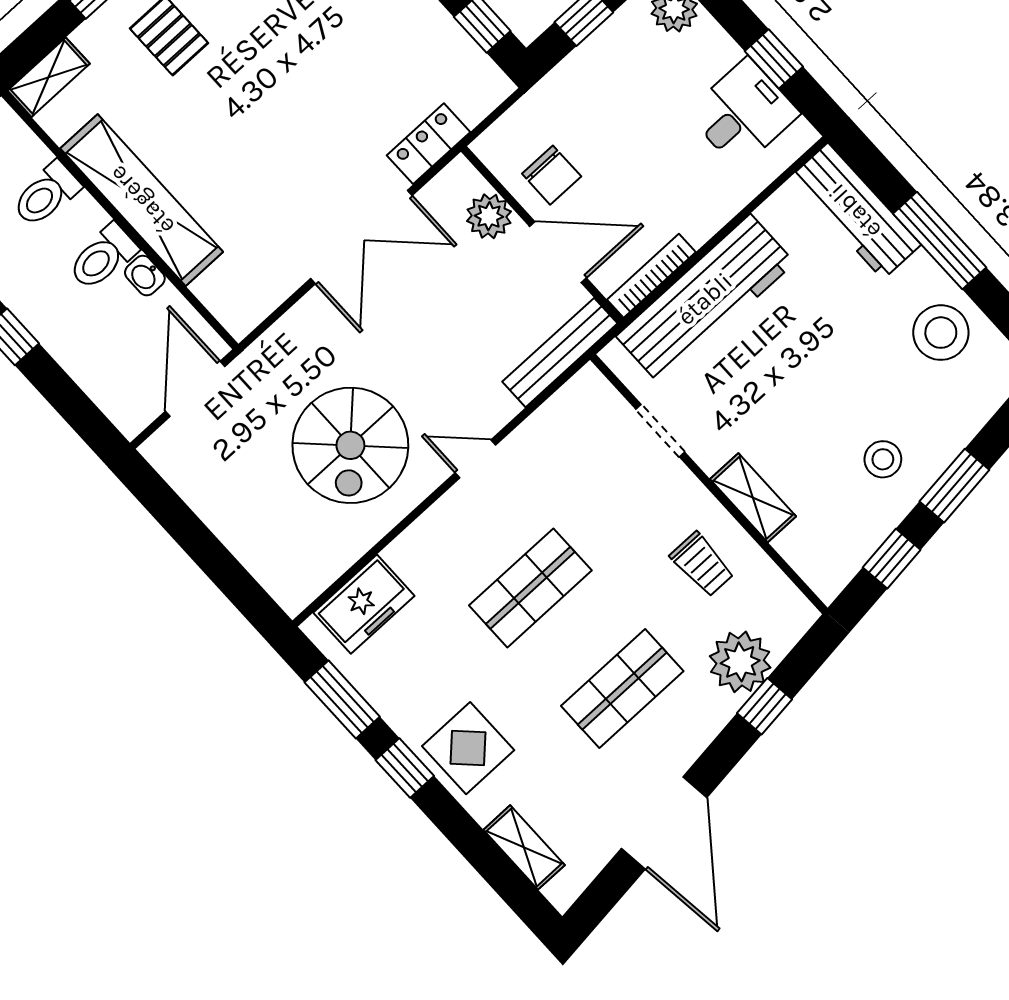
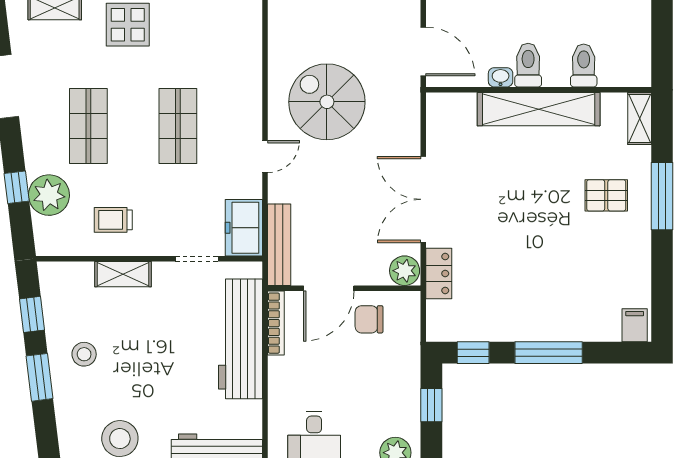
plant: (489, 216) -> (405, 271), moved
freezer: (364, 604) -> (244, 228), moved

